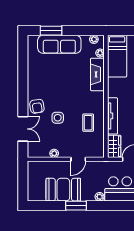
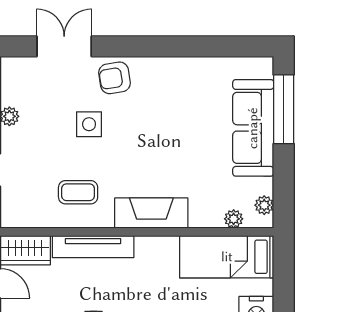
window: (51, 31) -> (284, 109), width x1.44
fireplace: (97, 74) -> (151, 213), moved
double door: (23, 129) -> (64, 46), swing flipped

